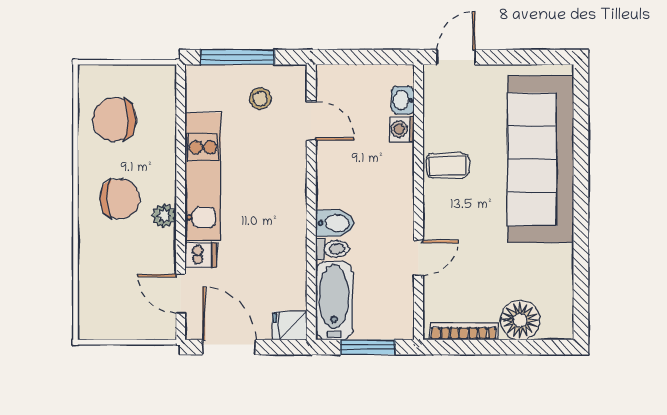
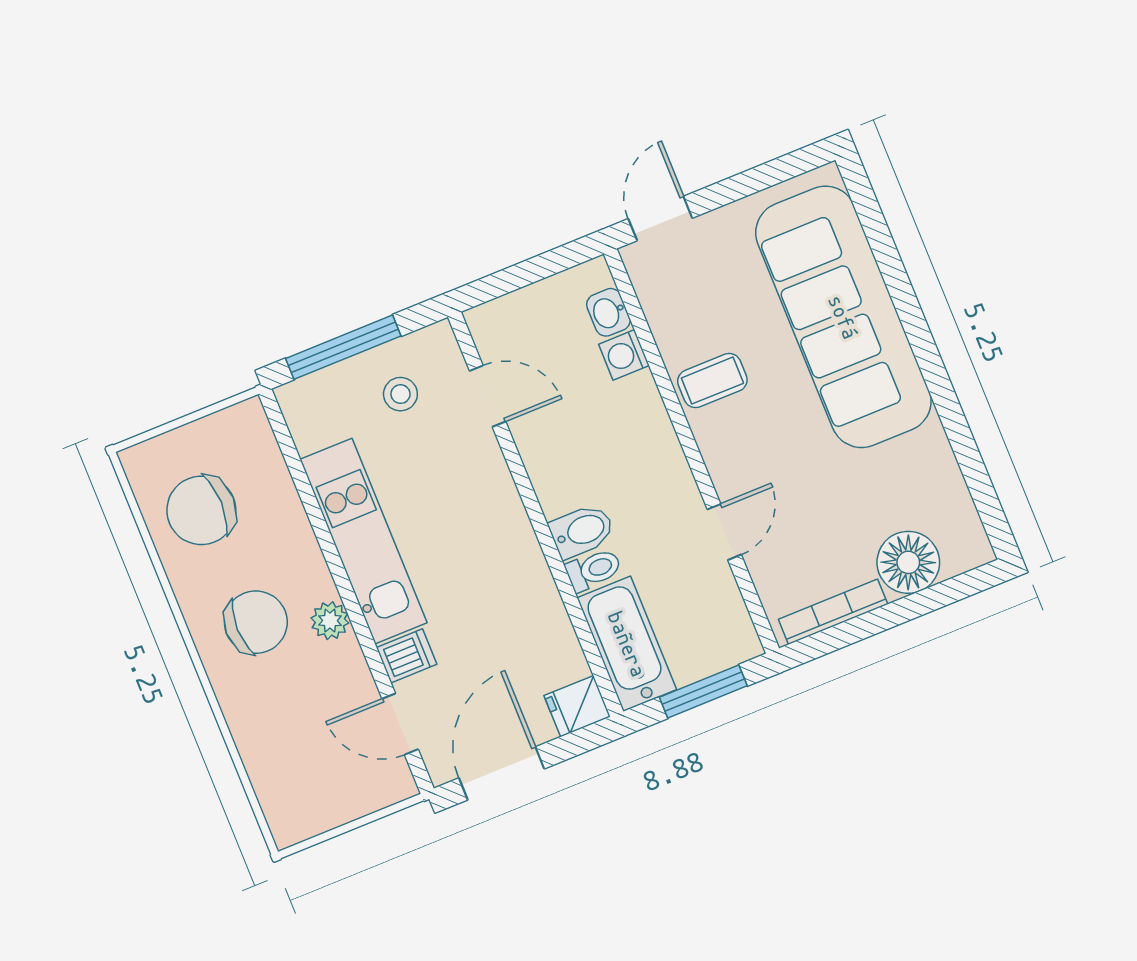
door: (229, 347) -> (502, 773), hinge flipped

